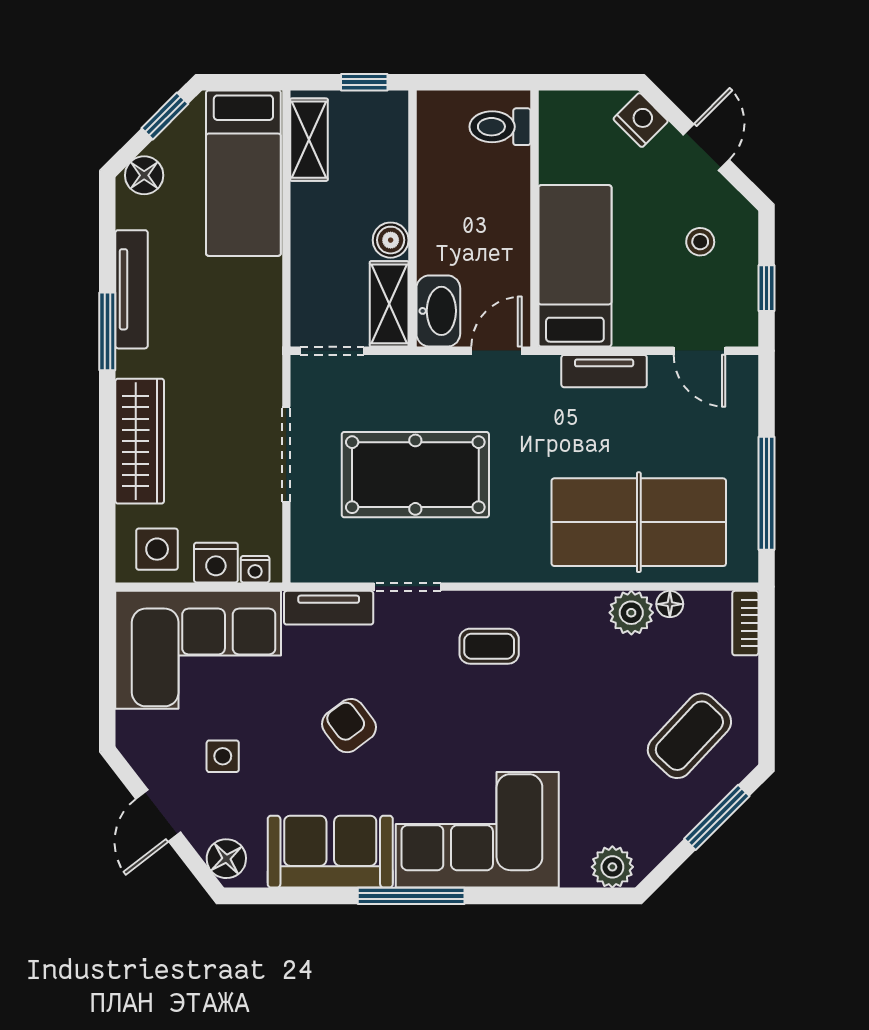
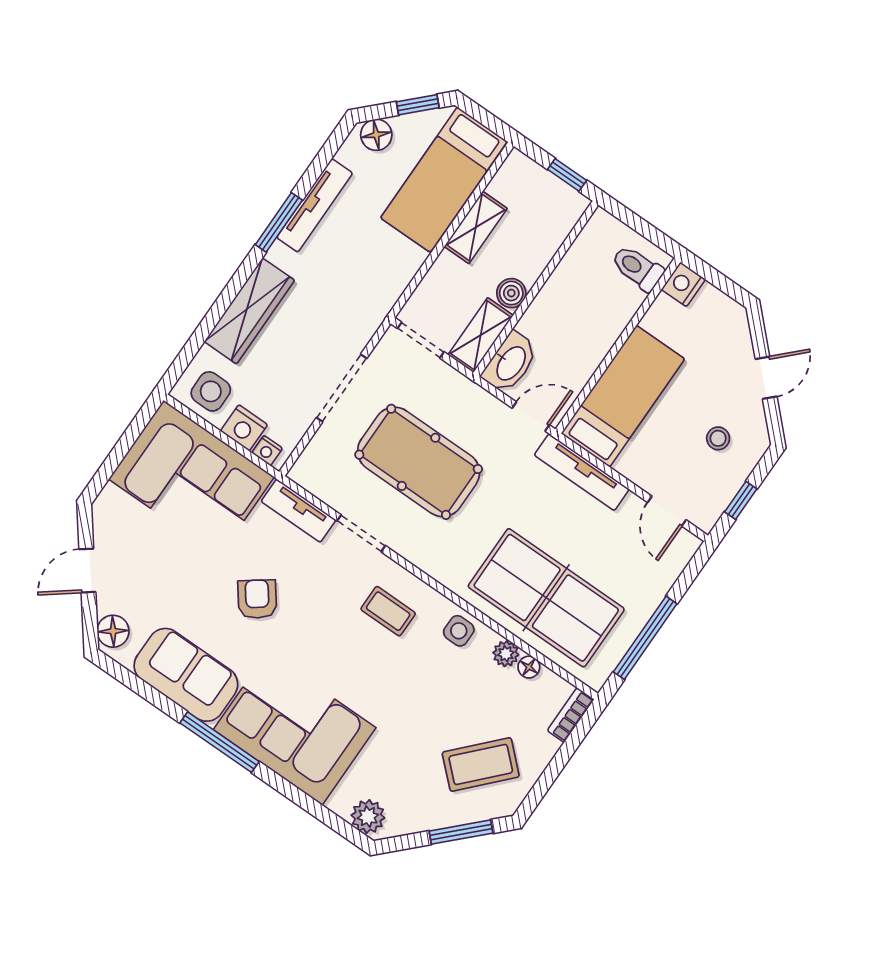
nightstand: (641, 120) -> (683, 284), moved, turned -135
shelving: (309, 140) -> (476, 227), moved
tv unit: (604, 371) -> (582, 472), width x1.41
plant: (631, 613) -> (506, 654), width x0.73, depth x0.73
side table: (223, 756) -> (459, 631), moved

